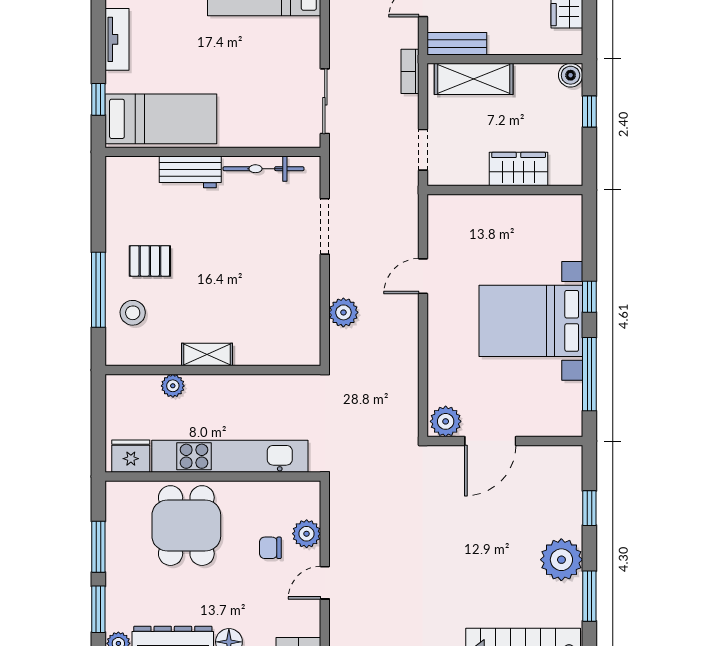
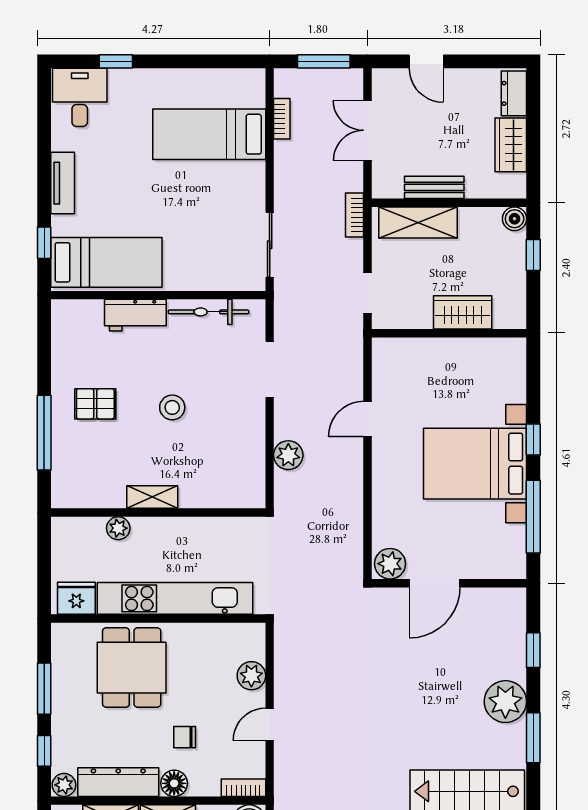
bench: (457, 44) -> (434, 187), moved
stool: (133, 313) -> (172, 407), moved
chair: (270, 548) -> (185, 737), moved
window: (98, 609) -> (44, 751), width x0.67

